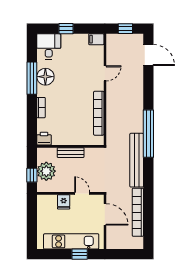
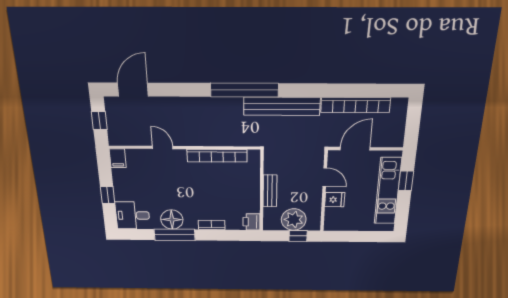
door: (82, 193) -> (325, 177), swing flipped

